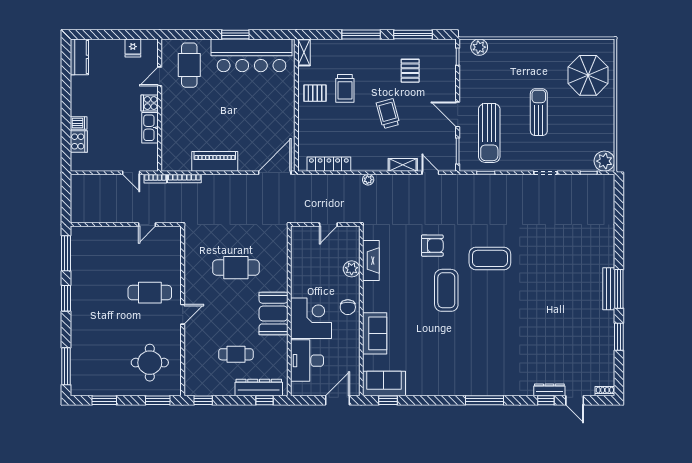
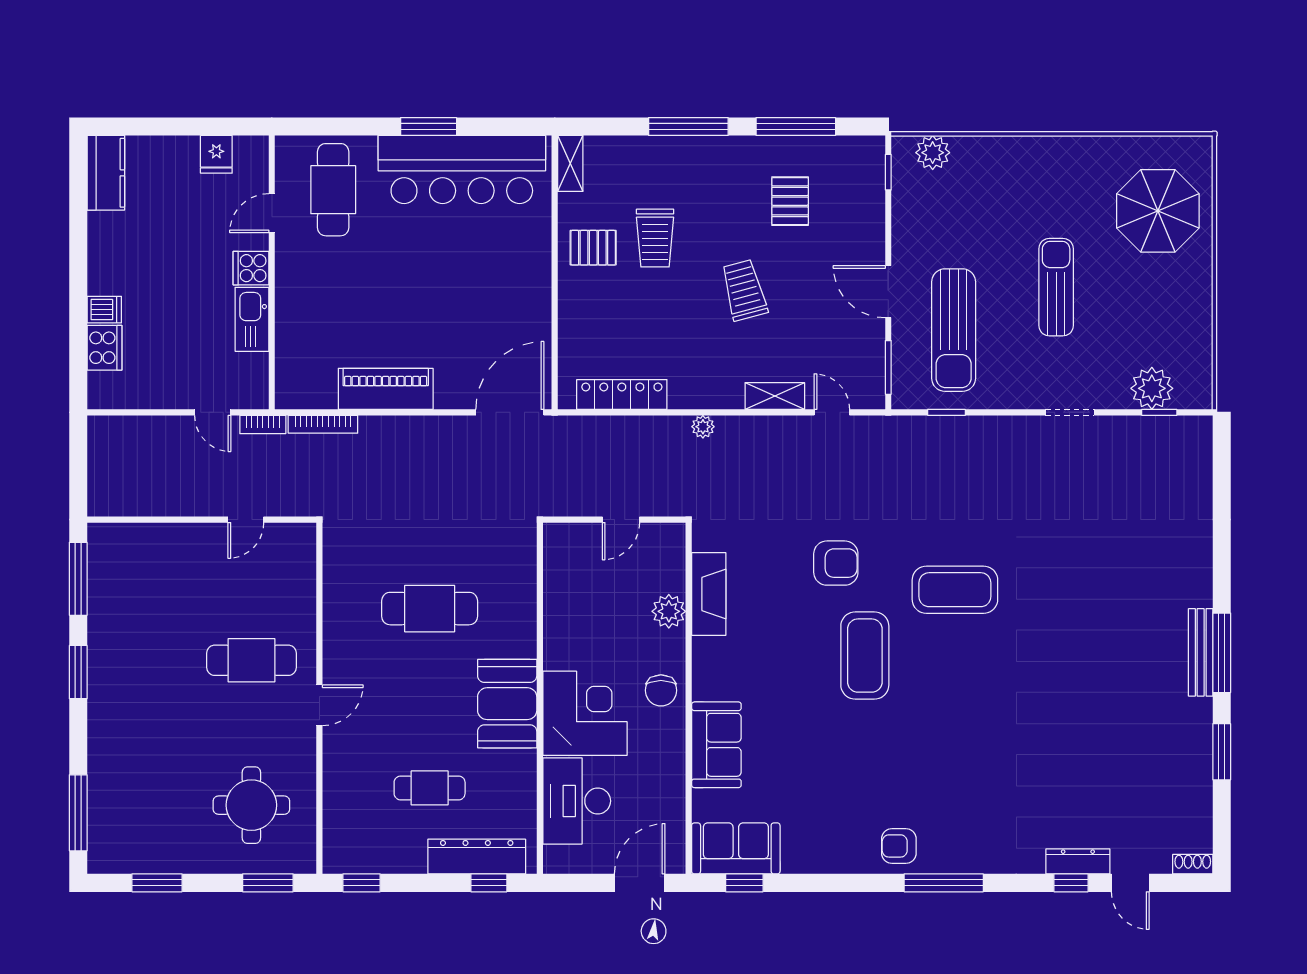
plant: (604, 161) -> (1152, 388), moved
armchair: (463, 382) -> (899, 846), added

